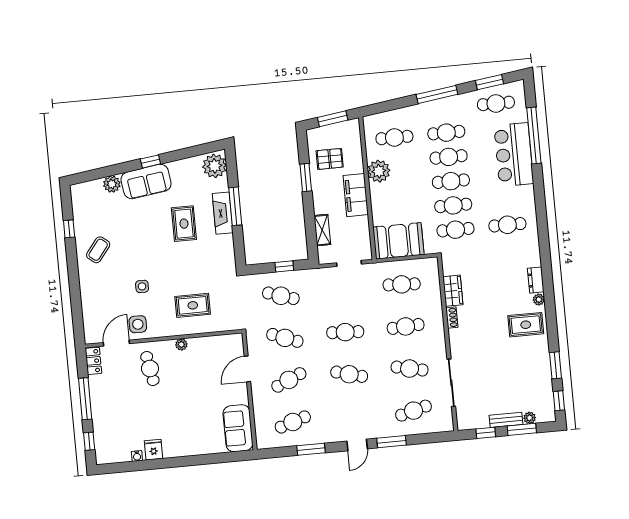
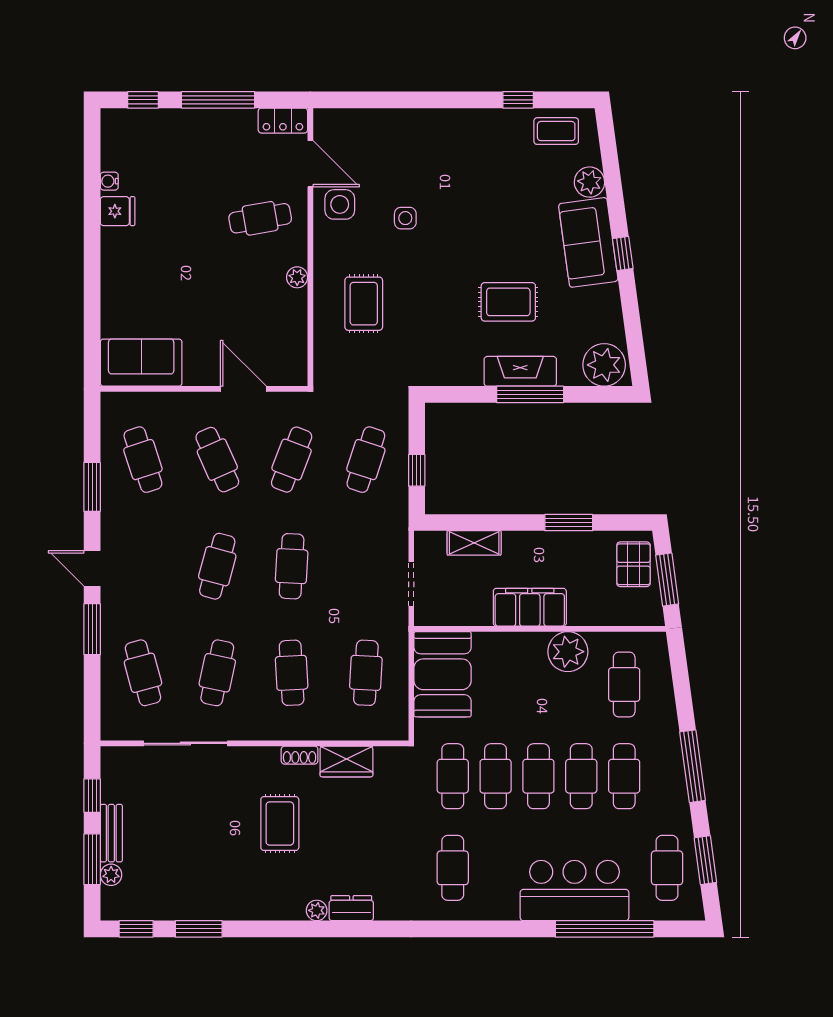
pallet: (330, 159) -> (633, 564), moved
coffee table: (98, 250) -> (556, 131), moved, turned -38
rug: (526, 325) -> (280, 824), moved

